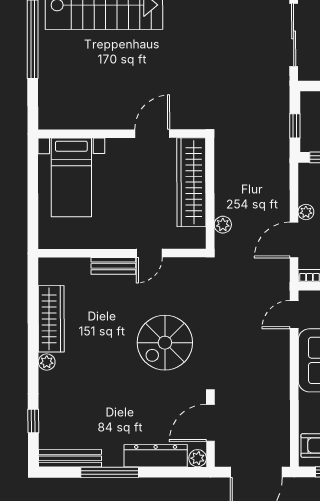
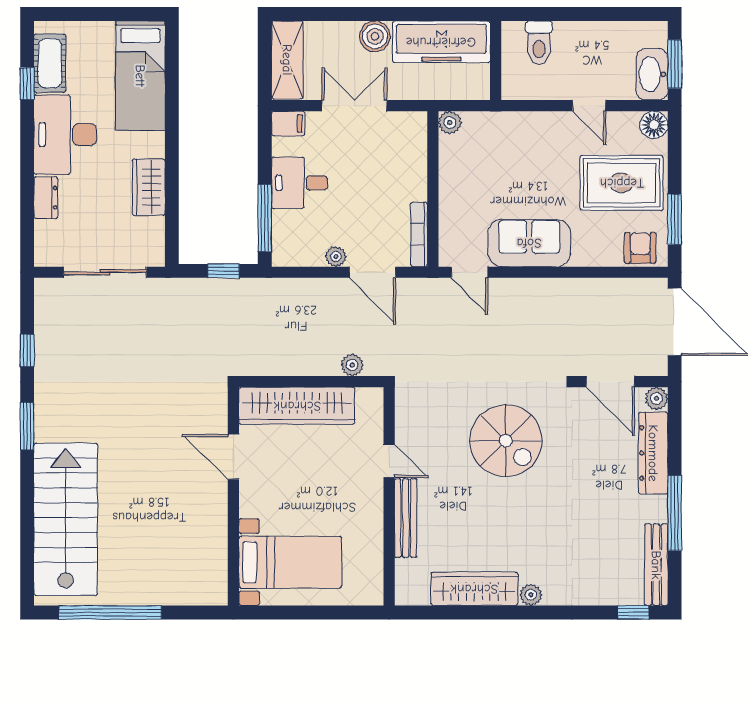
bench: (113, 266) -> (406, 518), width x1.36
window: (33, 421) -> (633, 612), moved

